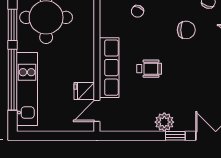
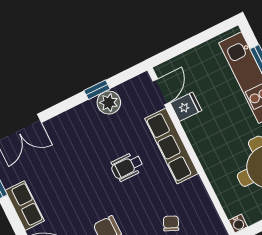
plant: (164, 122) -> (109, 103), moved
window: (175, 136) -> (97, 90), moved

